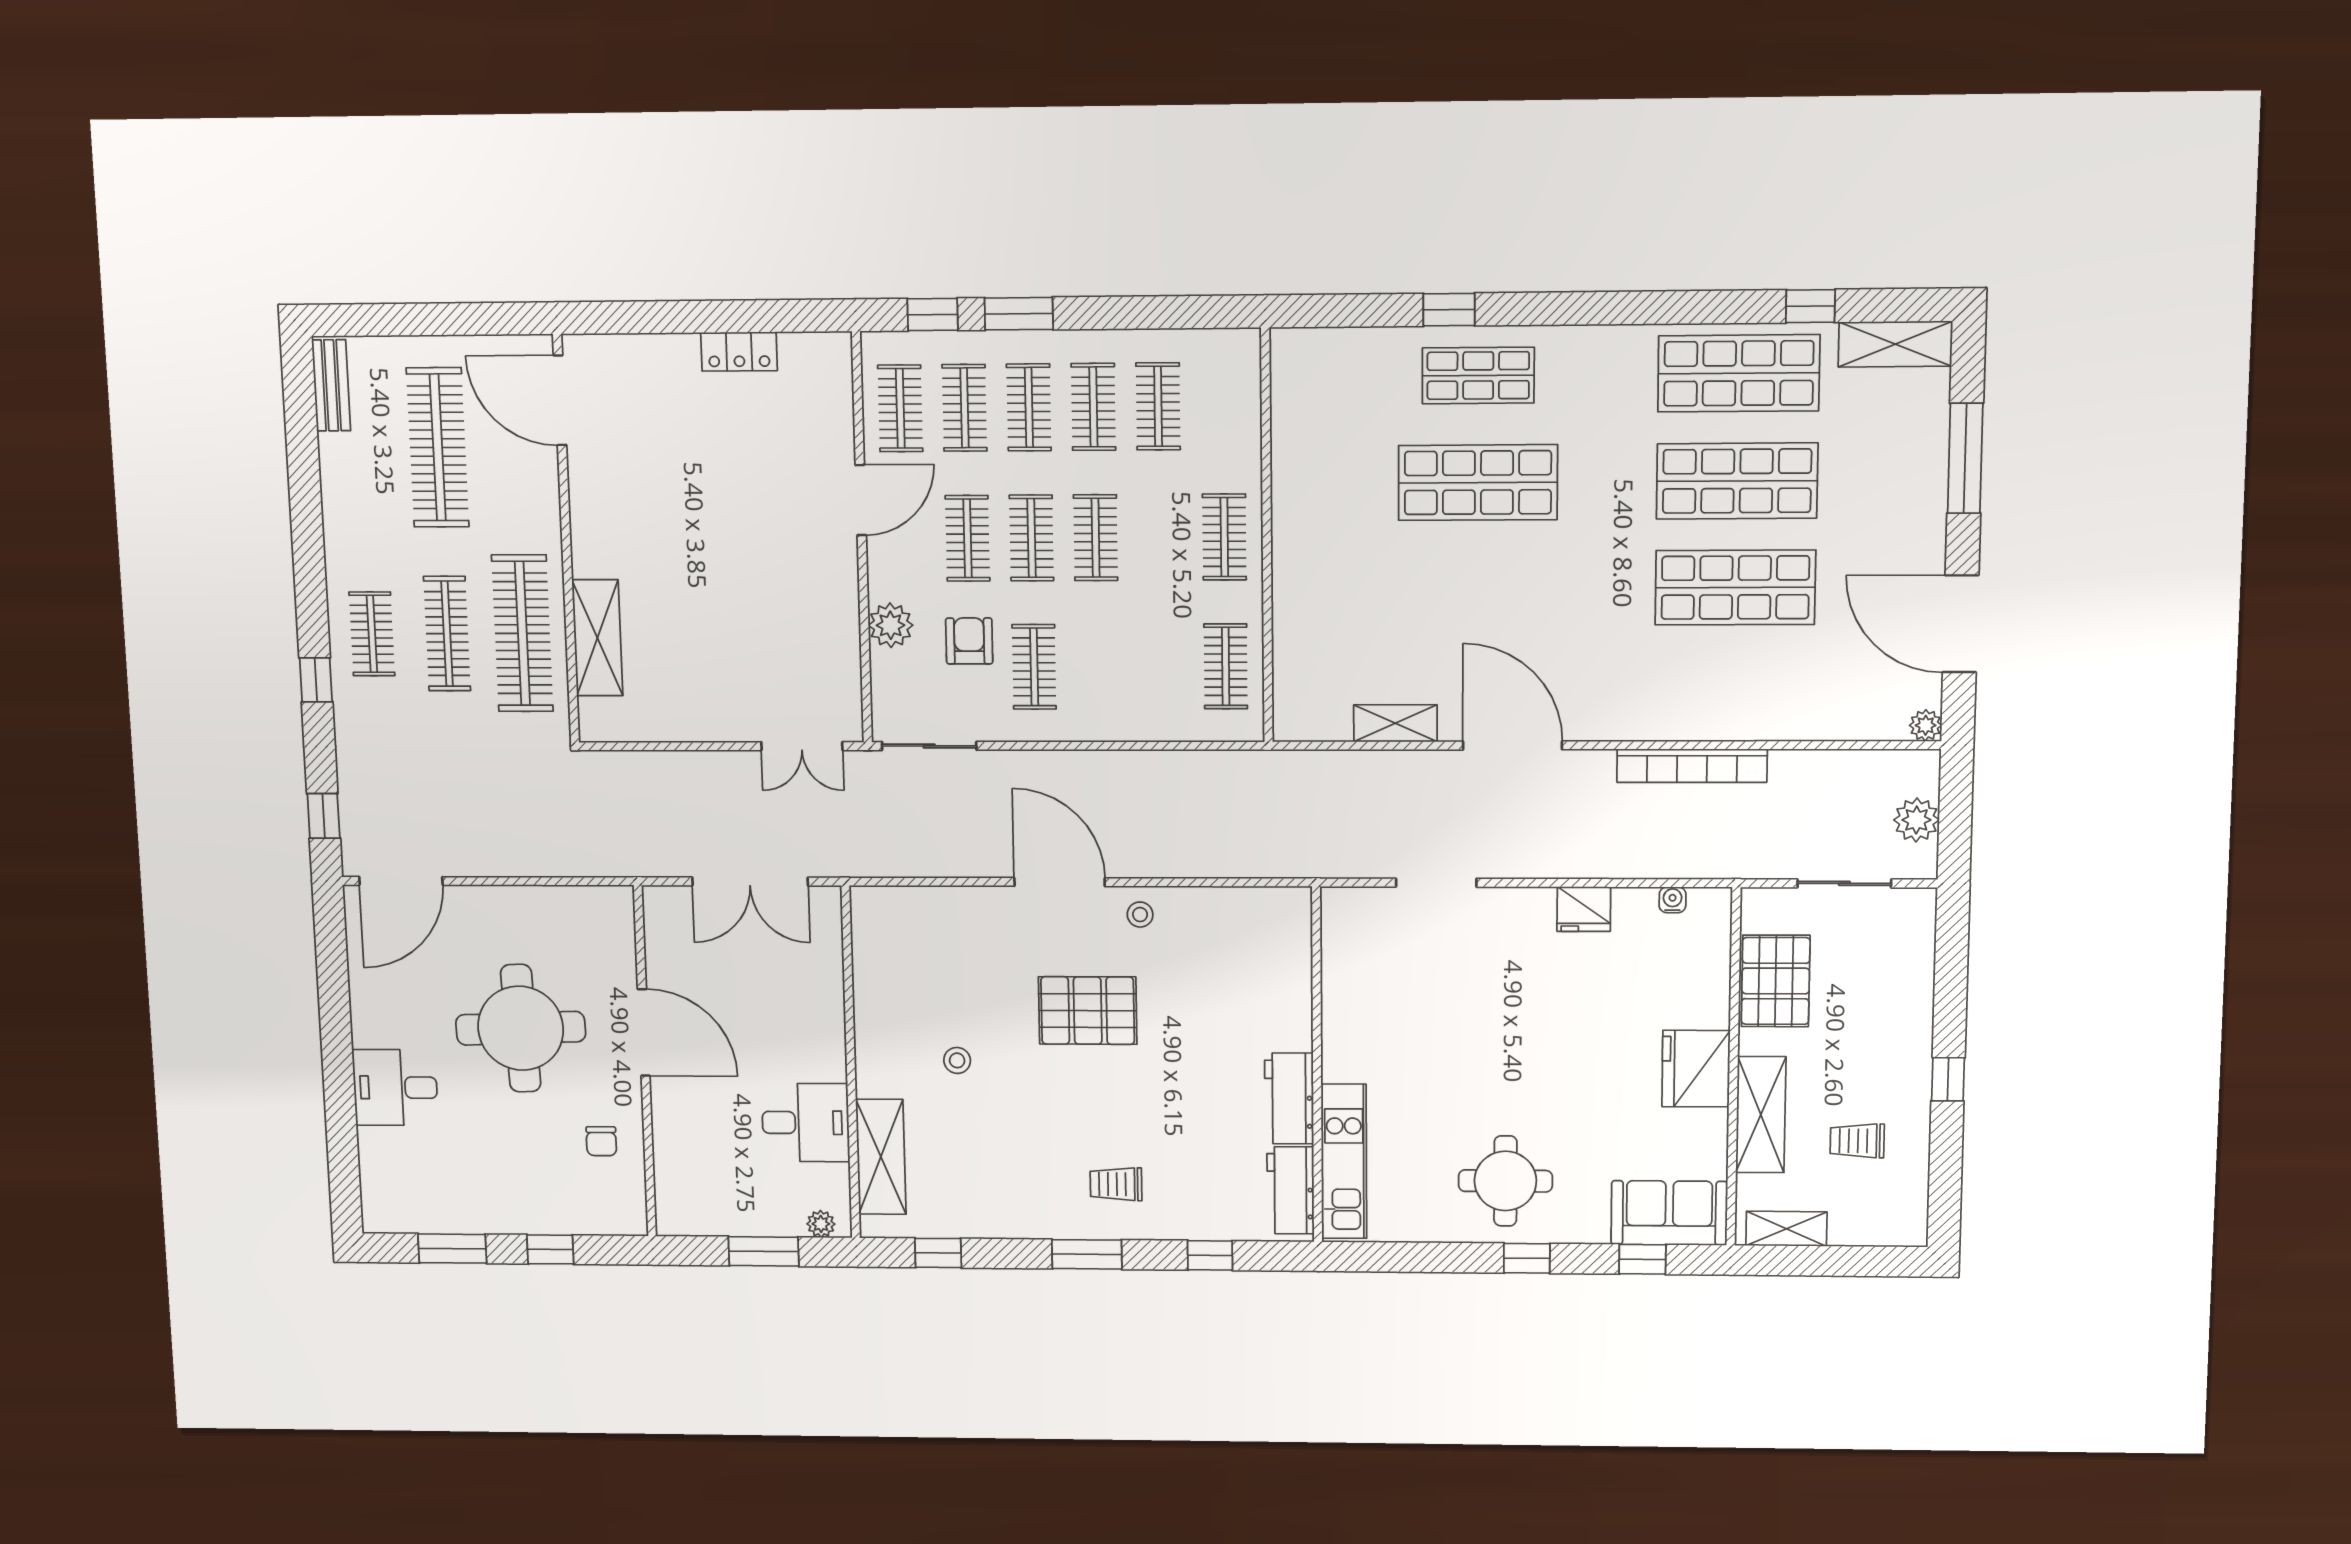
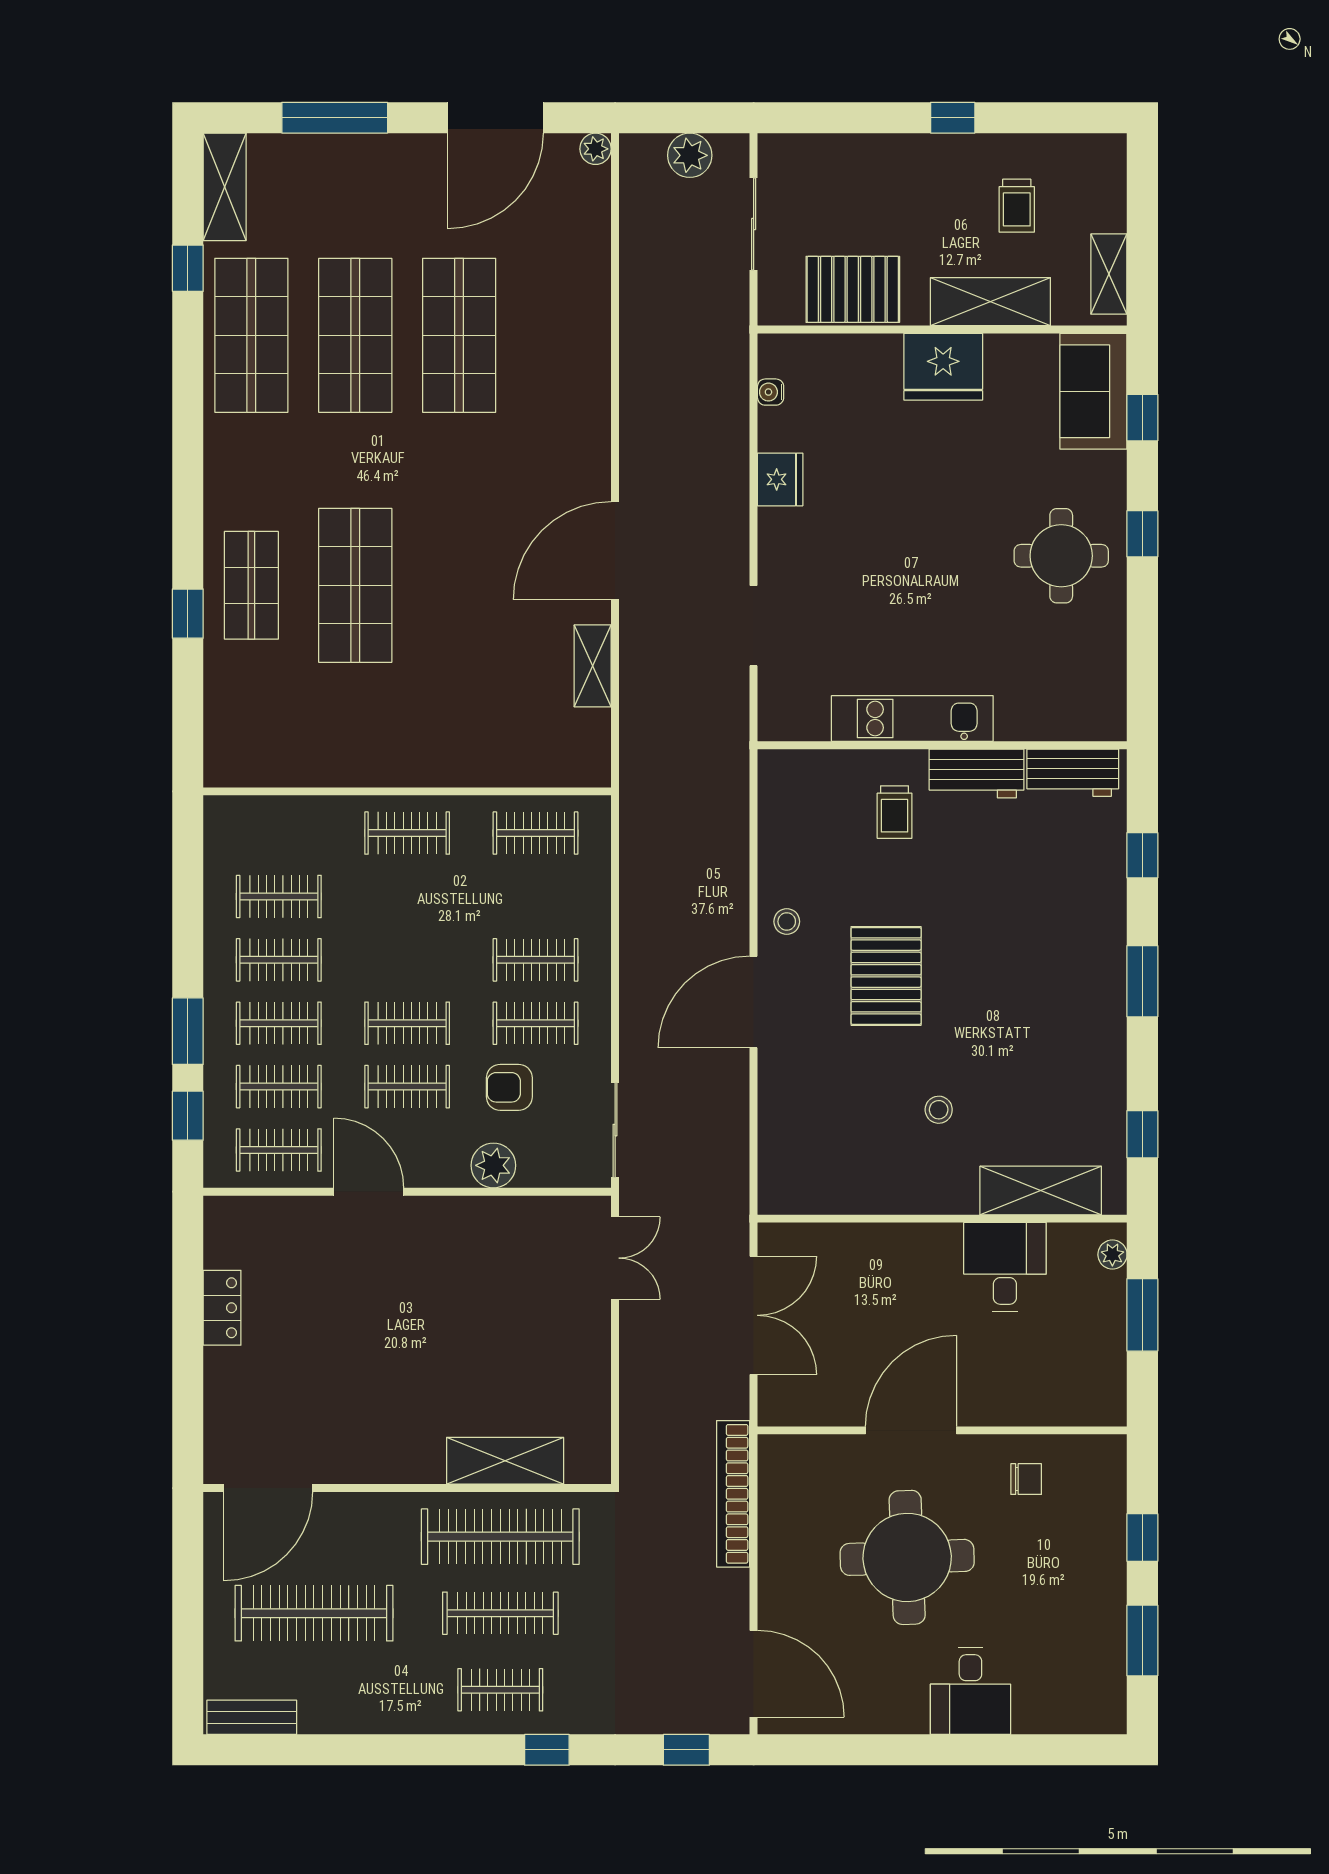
clothes rail: (1096, 538) -> (535, 960), moved
bookcase: (1692, 766) -> (733, 1494), moved, turned 180
kitchen unit: (1344, 1161) -> (912, 719), moved
trolley: (1116, 1184) -> (895, 812), moved

